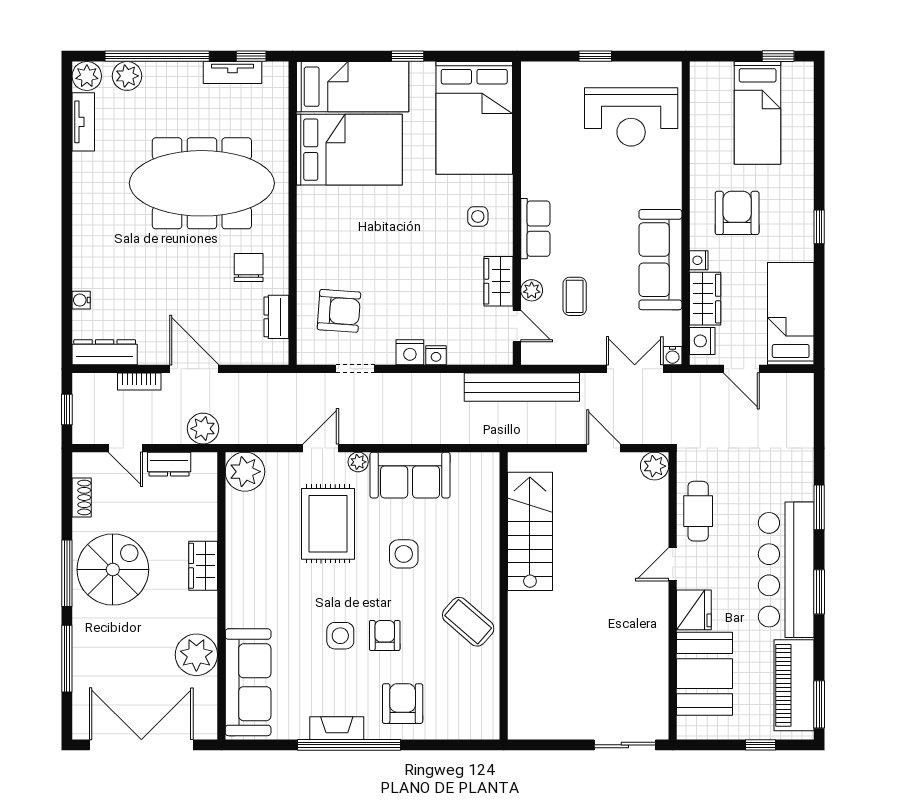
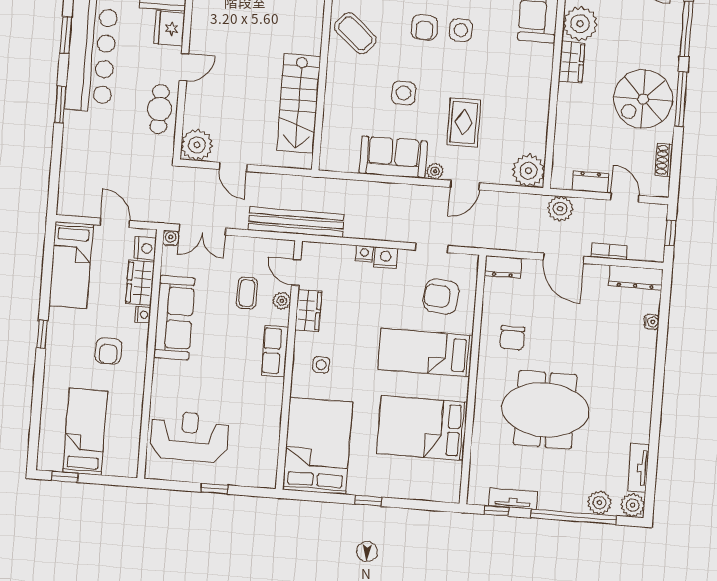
bed: (353, 87) -> (425, 353), moved
meeting table: (202, 183) -> (545, 410), width x0.73
armchair: (737, 213) -> (108, 351), width x0.72, depth x0.72
dresser: (276, 317) -> (503, 267), moved, turned 90
plant: (655, 466) -> (197, 145), width x1.36, depth x1.36
rug: (328, 524) -> (464, 123), width x0.73, depth x0.70
wardrobe: (203, 566) -> (572, 62), moved

